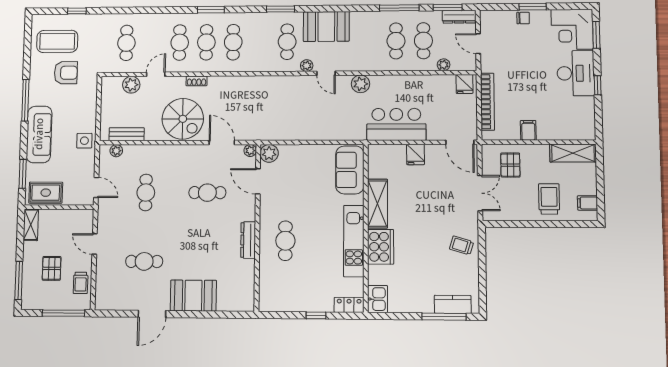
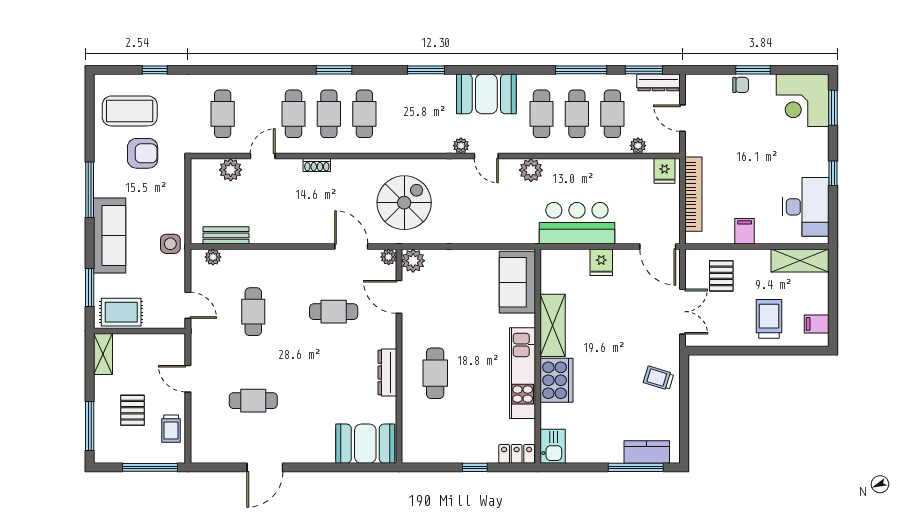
cafe table: (287, 42) -> (541, 114), moved
desk: (576, 73) -> (806, 207), moved
spiral stairs: (183, 119) -> (404, 203), moved, turned -90
booth: (193, 296) -> (365, 444), moved

